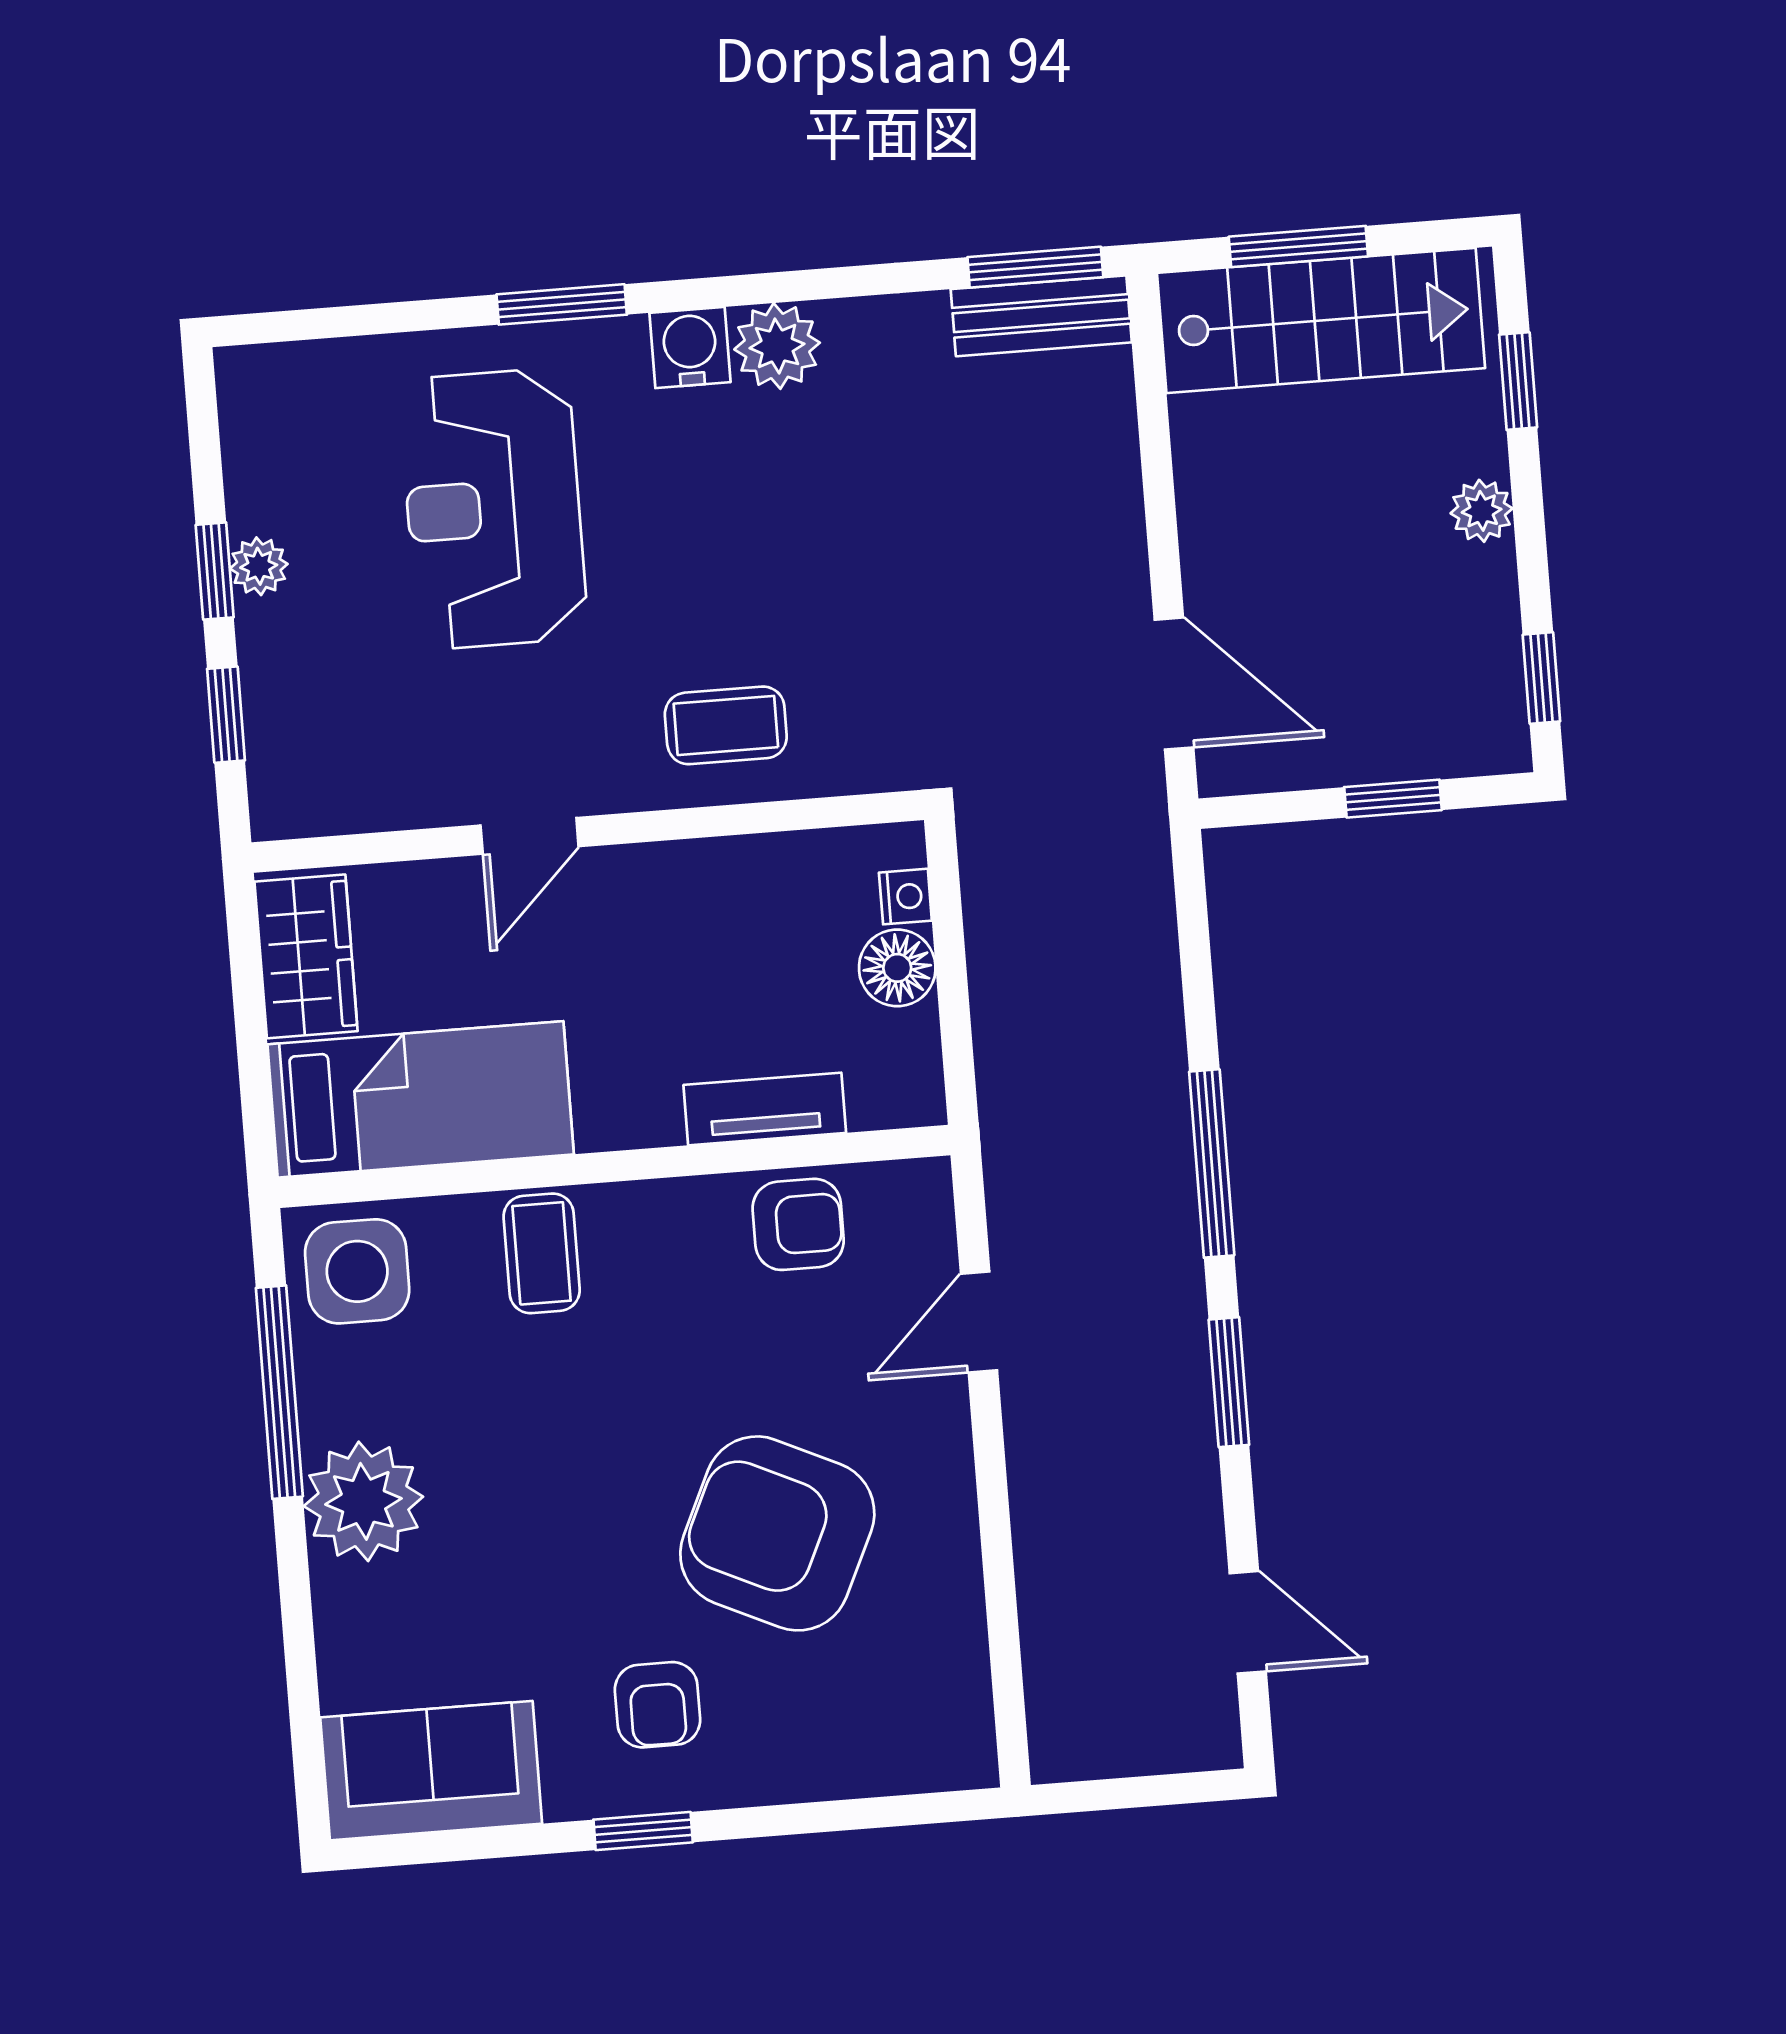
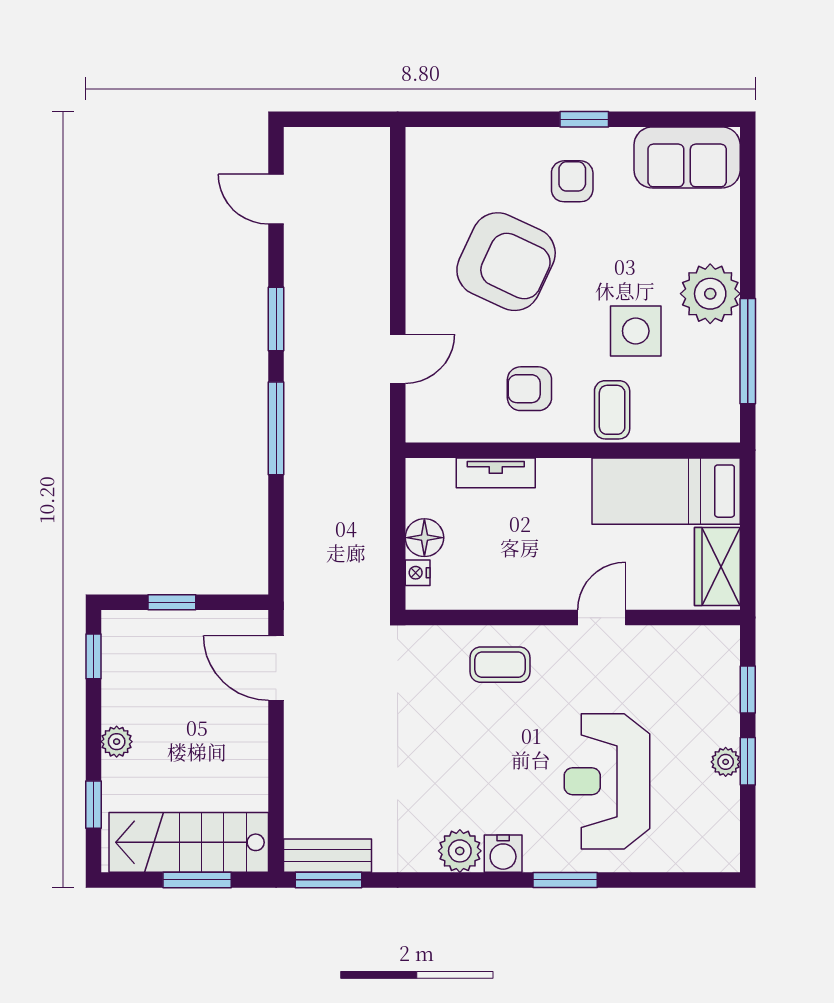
reception desk: (493, 509) -> (607, 781), turned 180
armchair: (798, 1224) -> (529, 389), moved
side table: (357, 1271) -> (636, 331), moved

